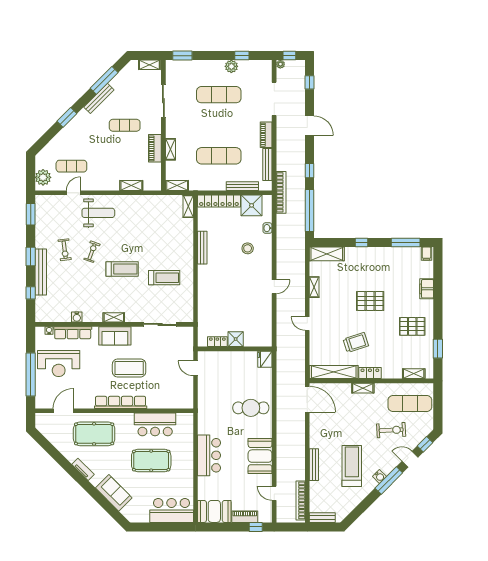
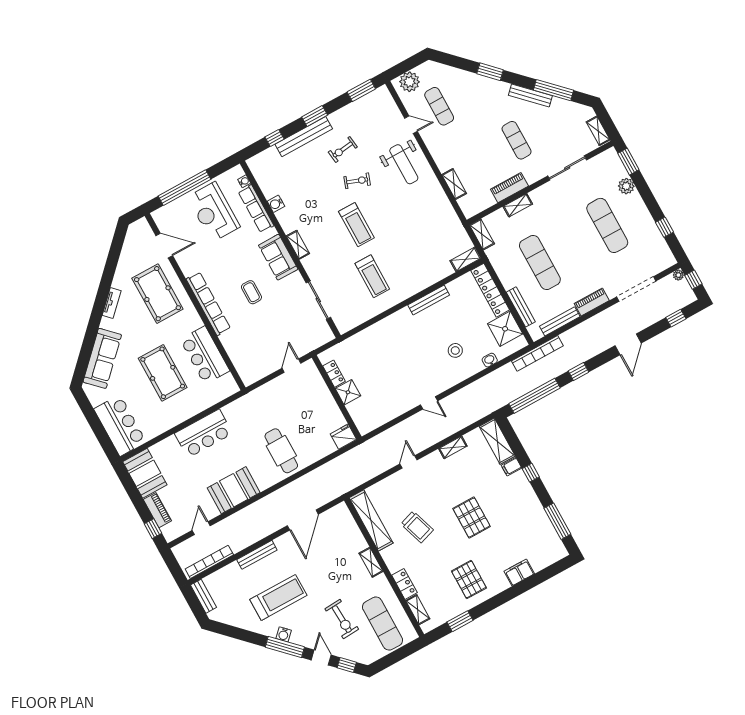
plant: (231, 66) -> (626, 186), moved
filing cabinet: (427, 254) -> (511, 467), moved
coffee table: (129, 368) -> (251, 292), width x0.54, depth x0.58
locker: (370, 373) -> (404, 584), moved
door: (307, 399) -> (303, 520), moved
sofa: (114, 493) -> (102, 358), width x1.36

